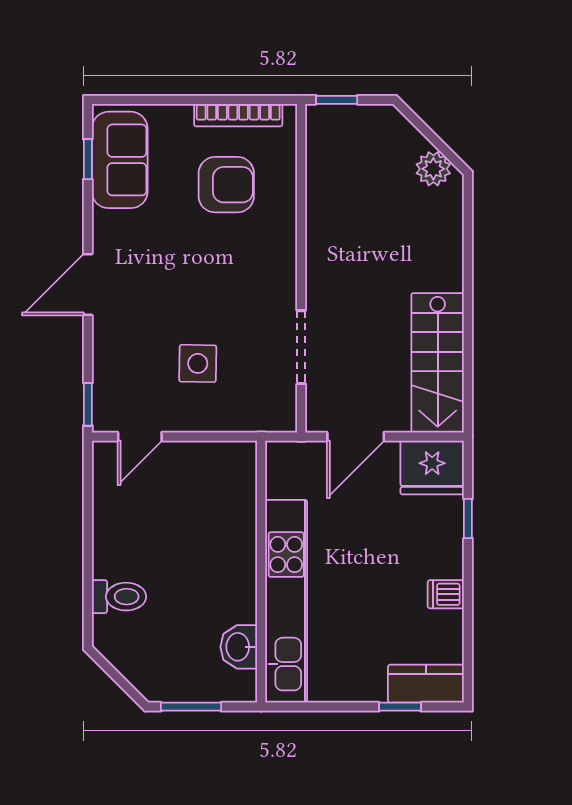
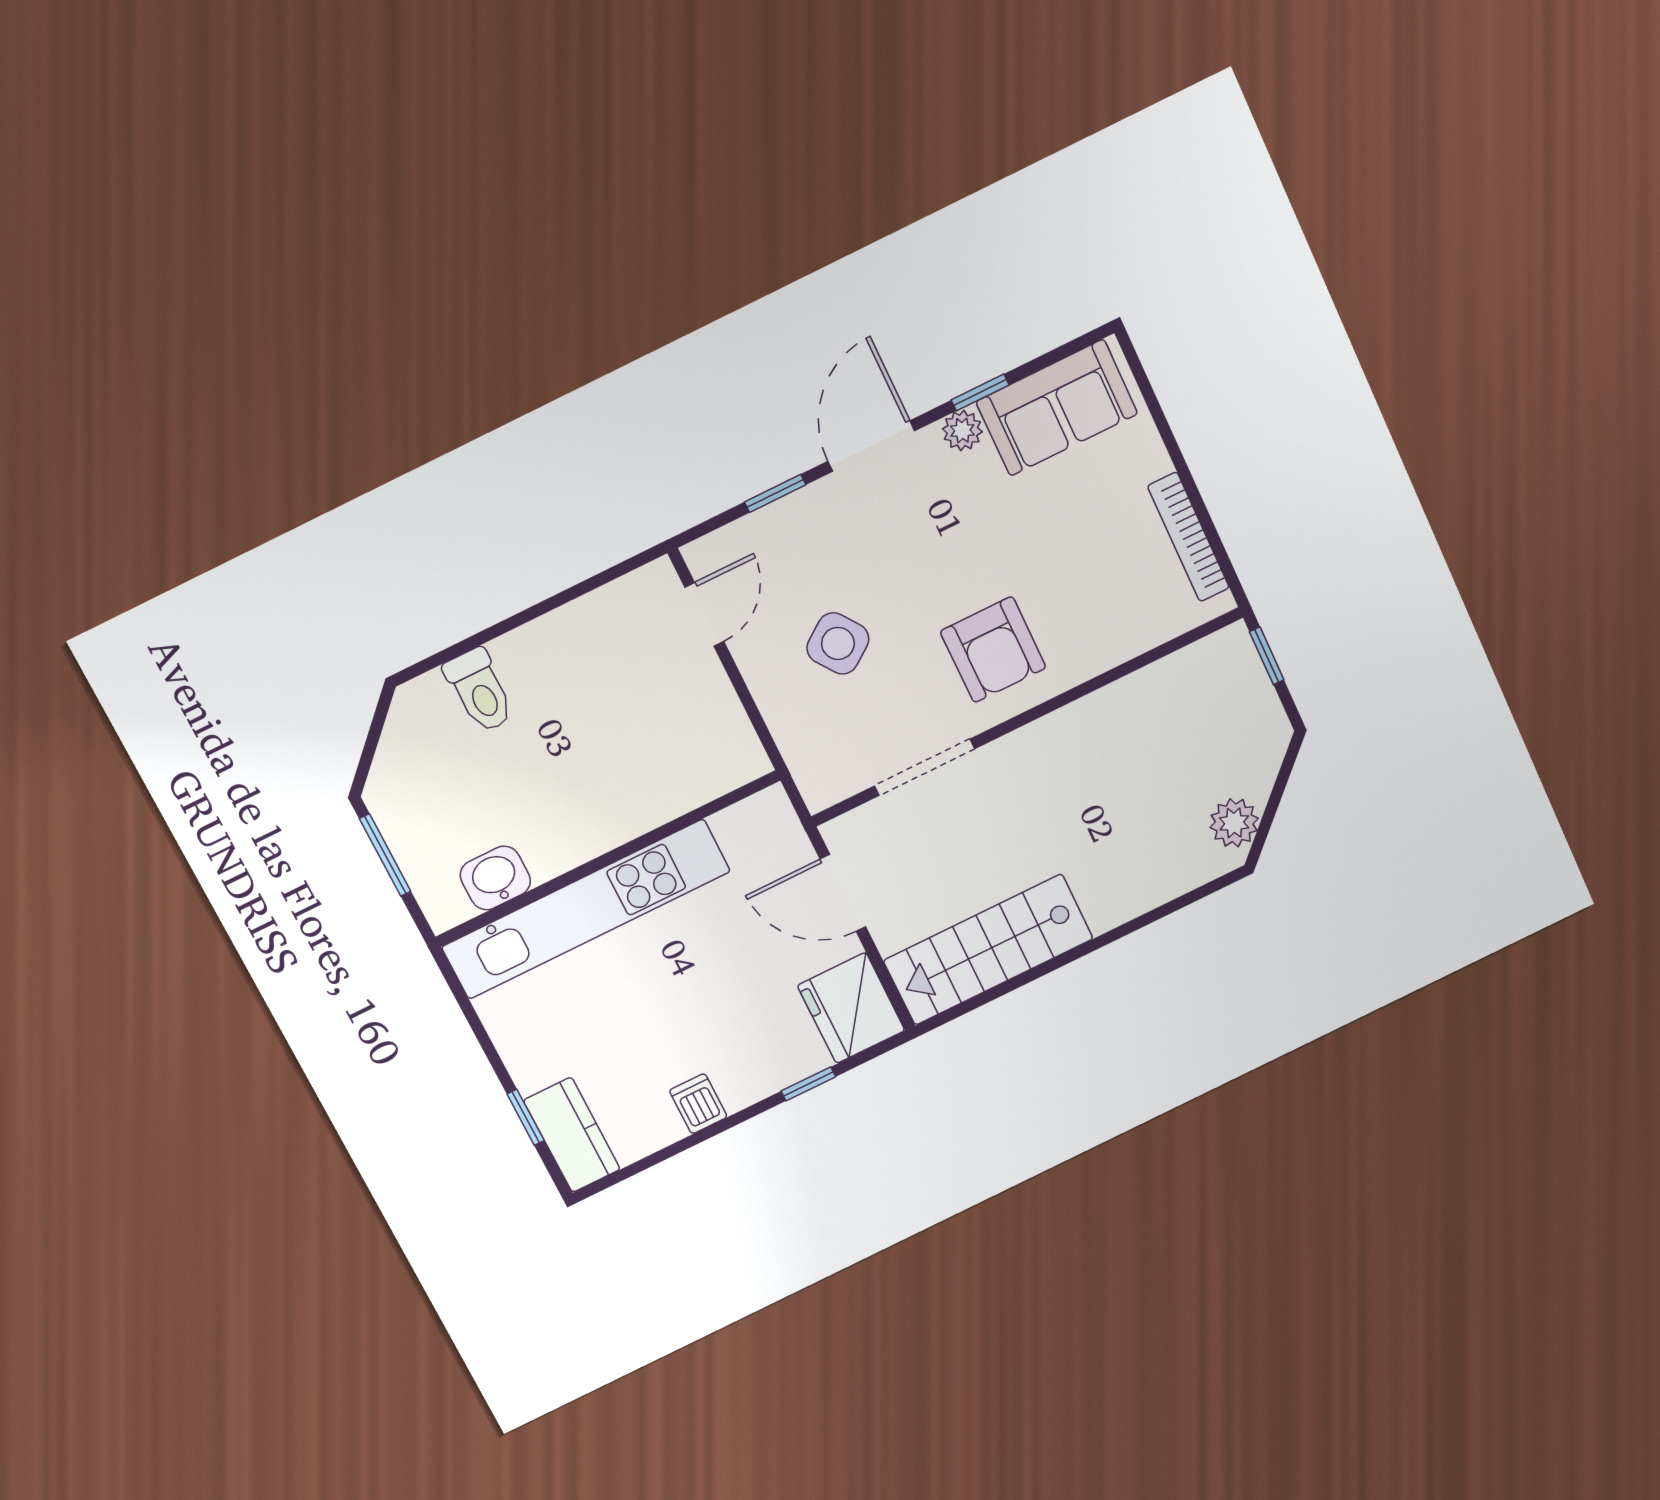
window: (88, 159) -> (980, 392), moved
armchair: (226, 185) -> (993, 650), moved
plant: (105, 224) -> (962, 430), added
door: (88, 285) -> (871, 446), hinge flipped
side table: (198, 363) -> (838, 643), turned -37
window: (88, 404) -> (775, 493), moved
door: (140, 437) -> (704, 614), swing flipped

